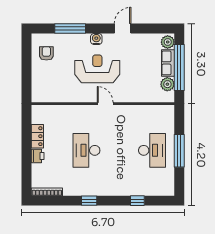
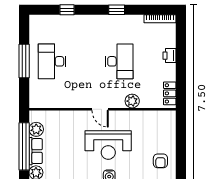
plant: (74, 112) -> (132, 101), added
locker: (37, 136) -> (170, 93), moved

